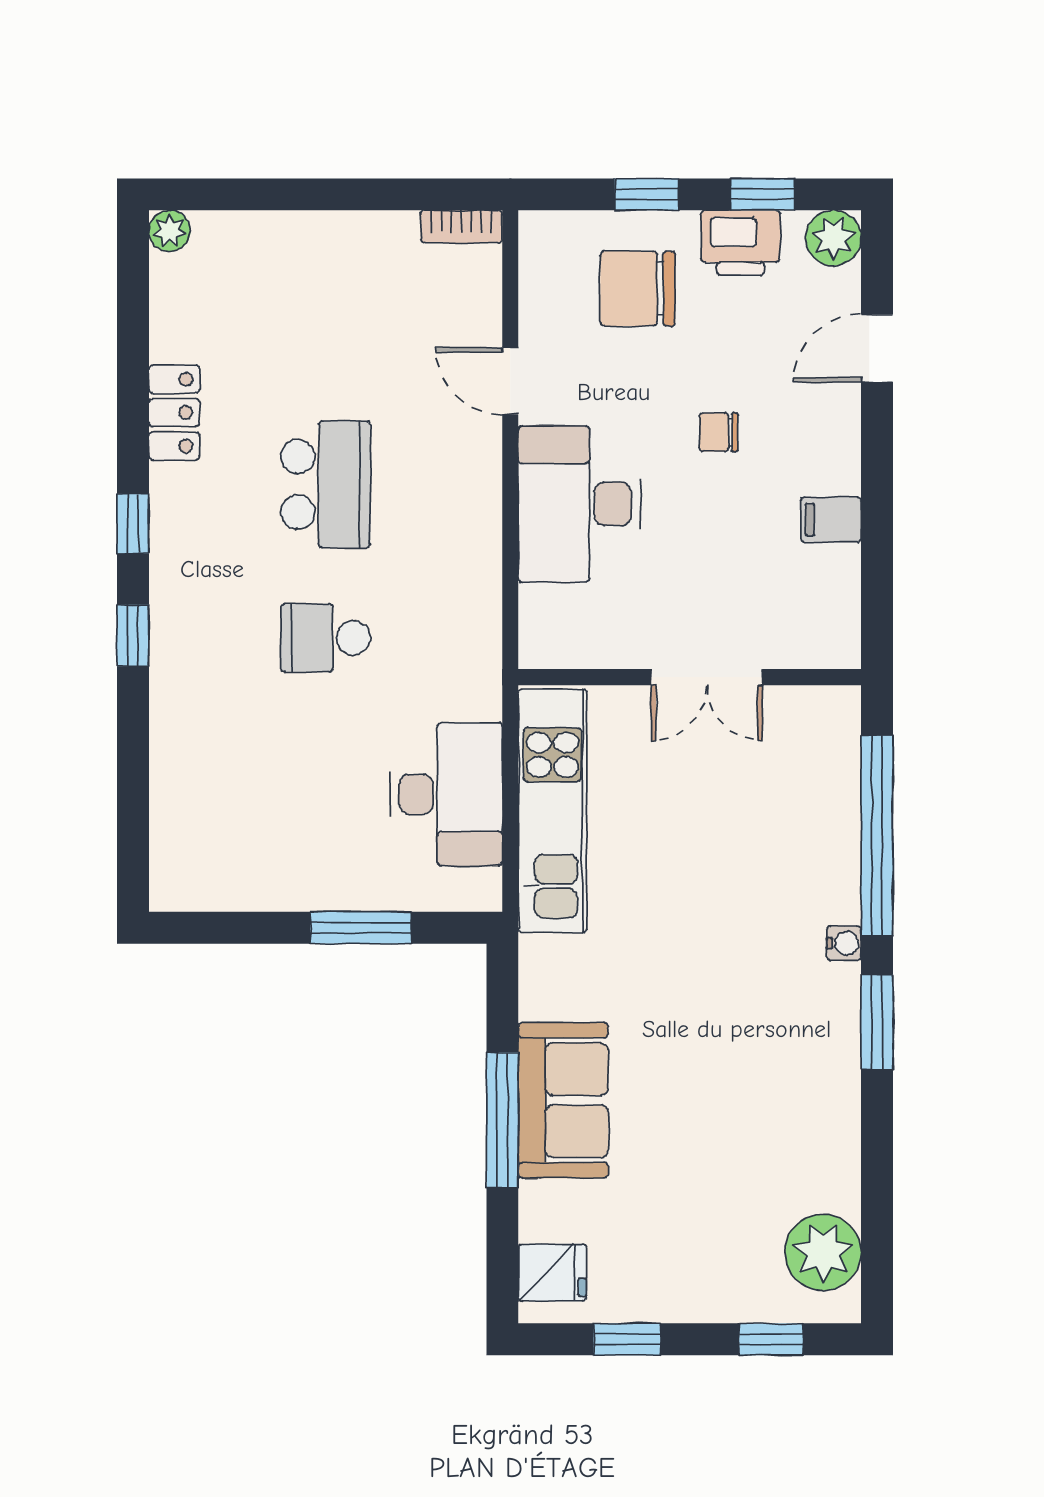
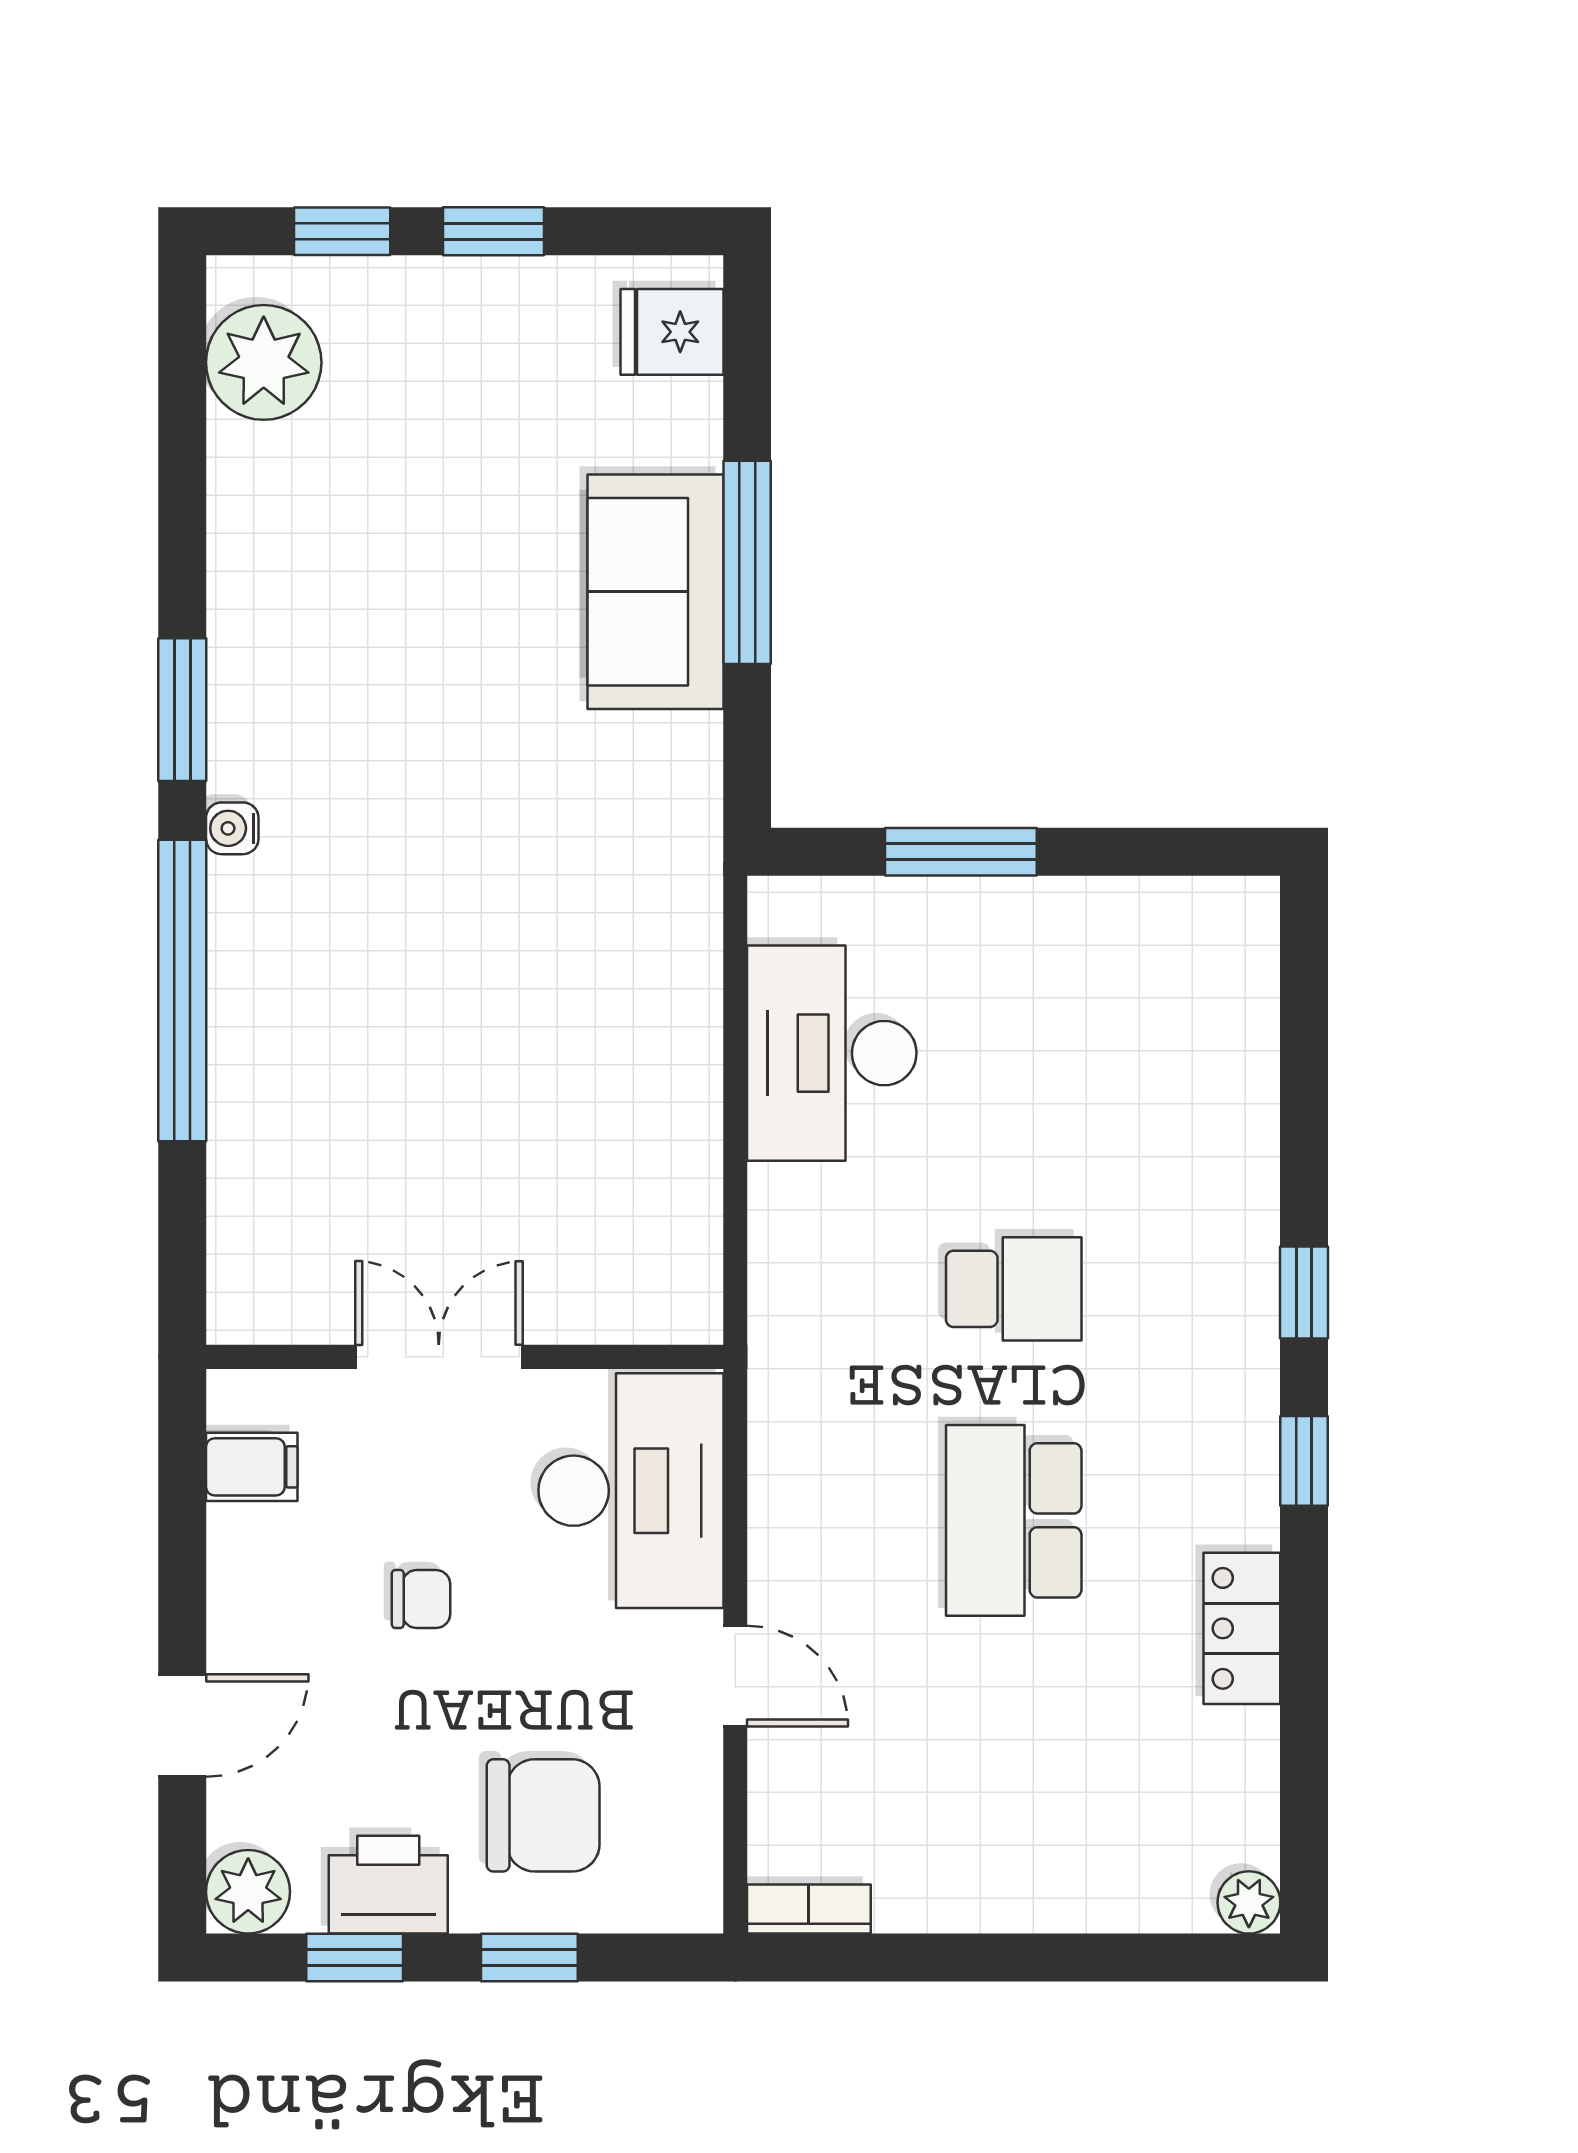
wall: (690, 677) -> (465, 1357), moved
double door: (707, 677) -> (439, 1357), moved
kitchen unit: (553, 811) -> (672, 1028), removed
window: (627, 1339) -> (494, 231), moved

